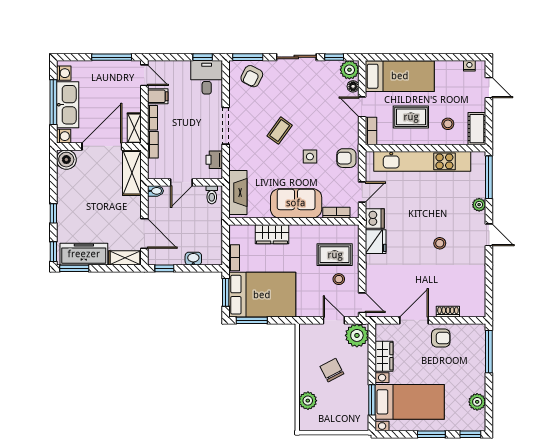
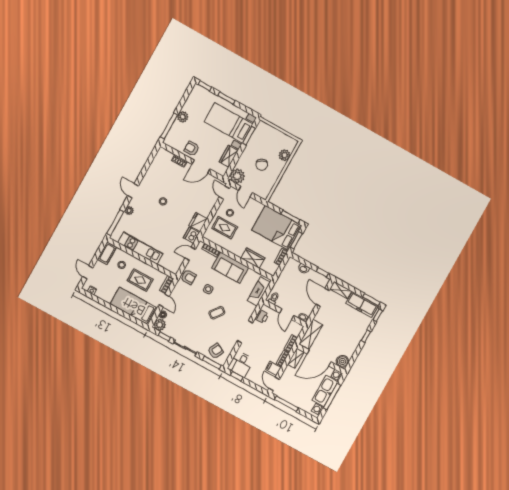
kitchen unit: (422, 161) -> (140, 248), width x0.73
door: (181, 182) -> (287, 314), swing flipped
plant: (477, 402) -> (183, 117), moved

